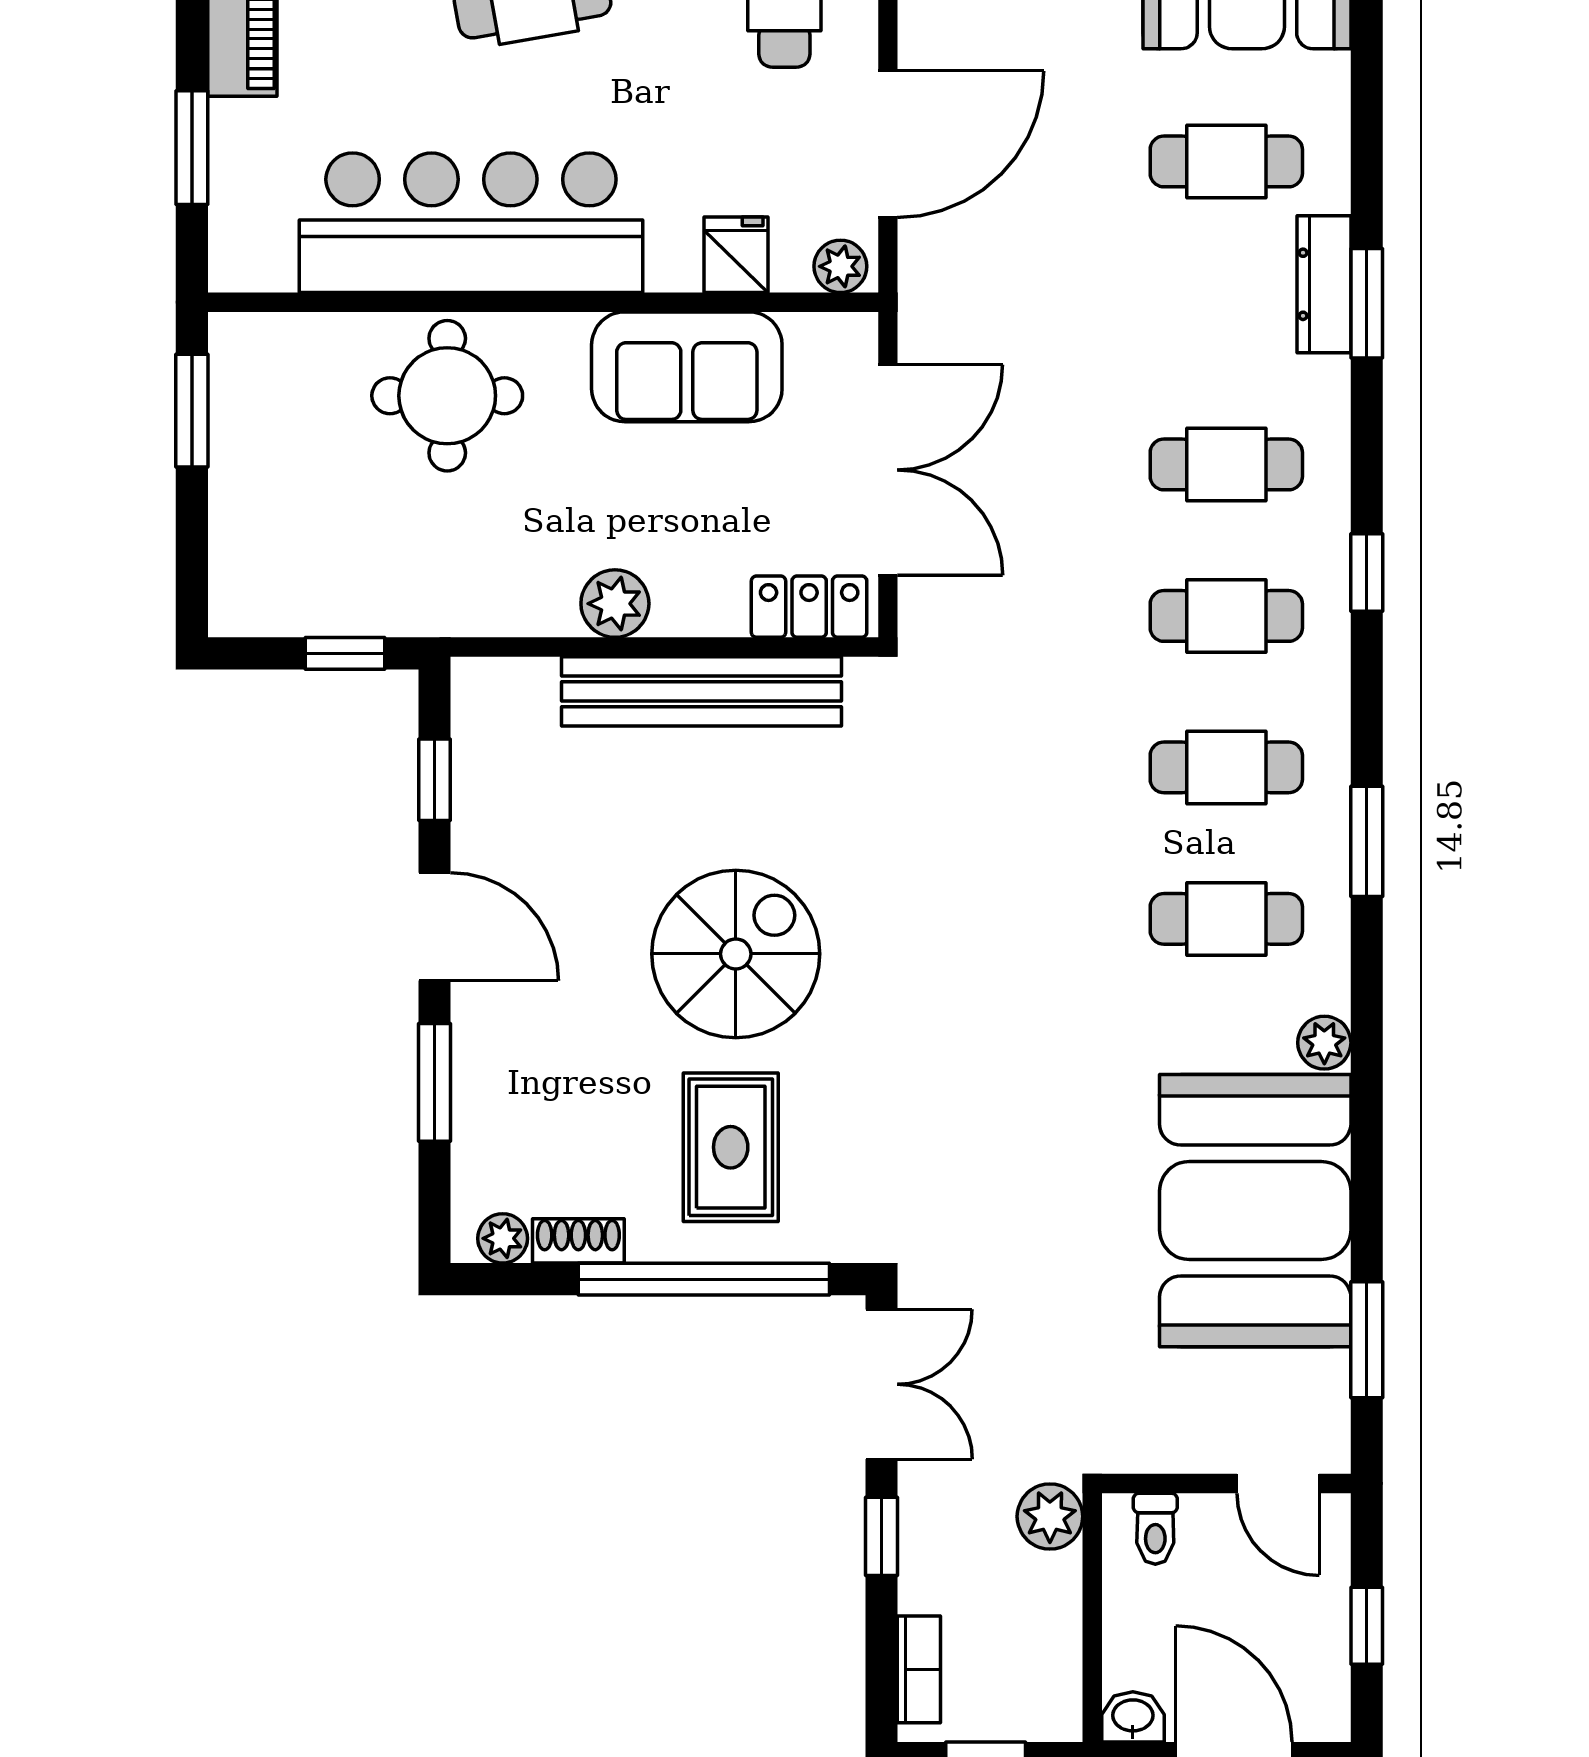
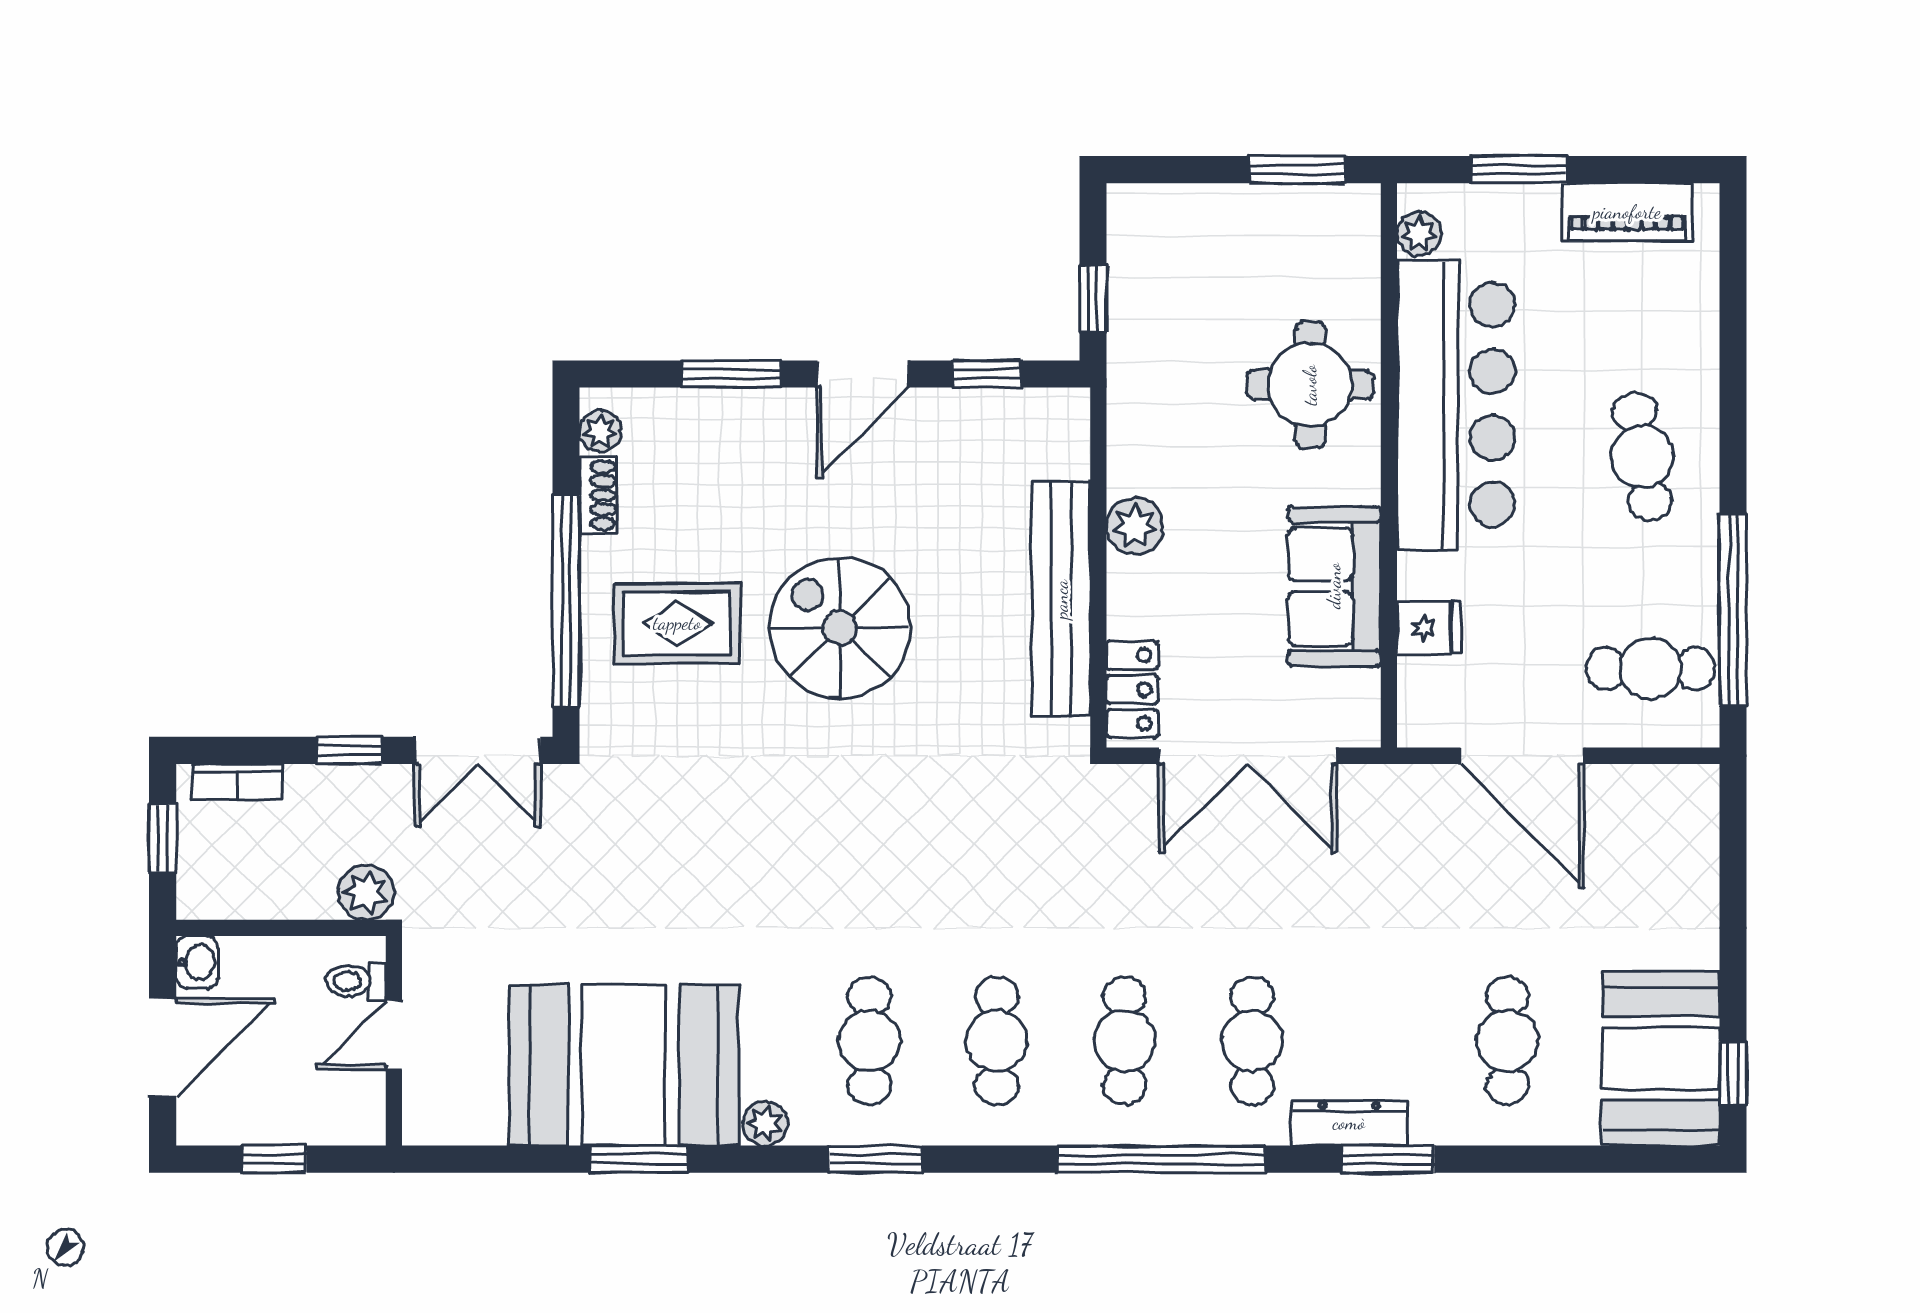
plant: (840, 266) -> (1419, 234), moved
dresser: (1324, 284) -> (1349, 1123), moved
window: (1367, 573) -> (1161, 1159), width x3.17
window: (1367, 841) -> (875, 1159), moved
spiral stairs: (736, 954) -> (840, 628), turned 180
window: (1367, 1340) -> (639, 1159), moved
door: (1278, 1483) -> (394, 1035), moved

